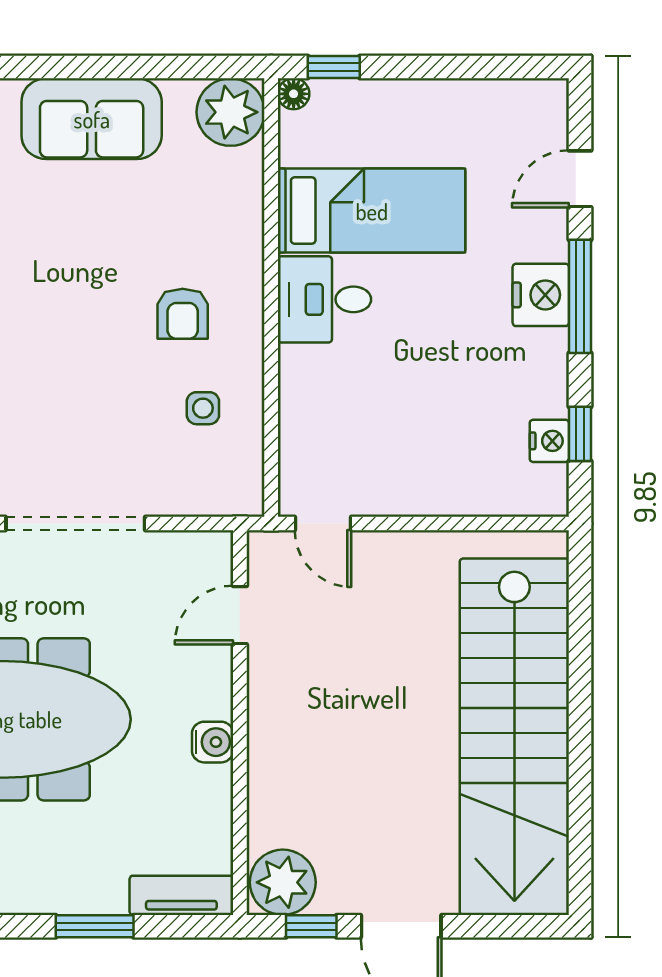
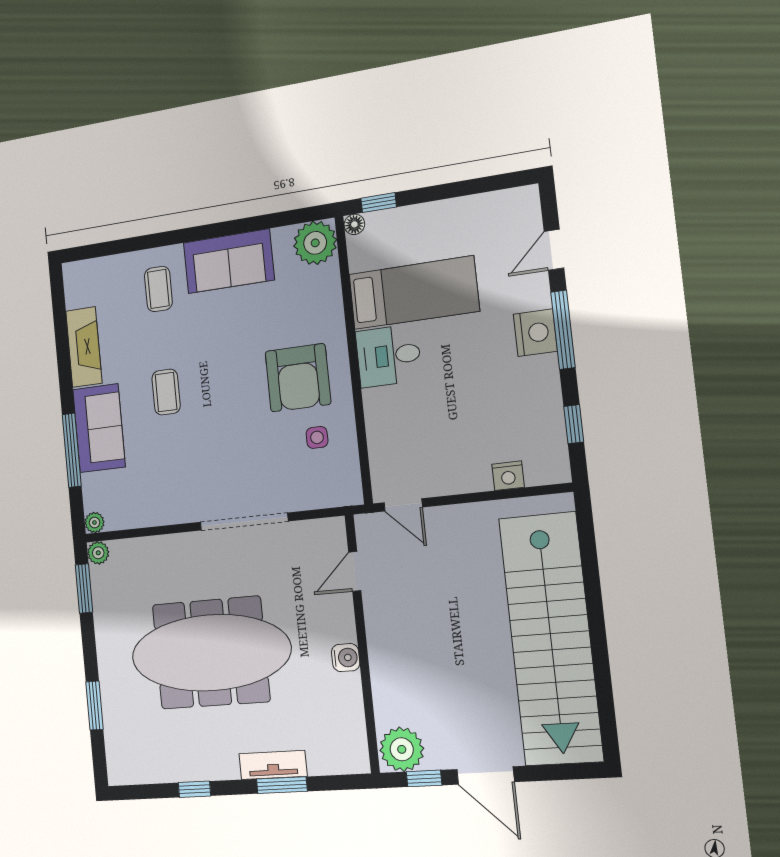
armchair: (183, 314) -> (298, 378), width x1.88, depth x1.88
nightstand: (549, 441) -> (508, 476), moved, turned 90
tv unit: (181, 895) -> (273, 765), moved

